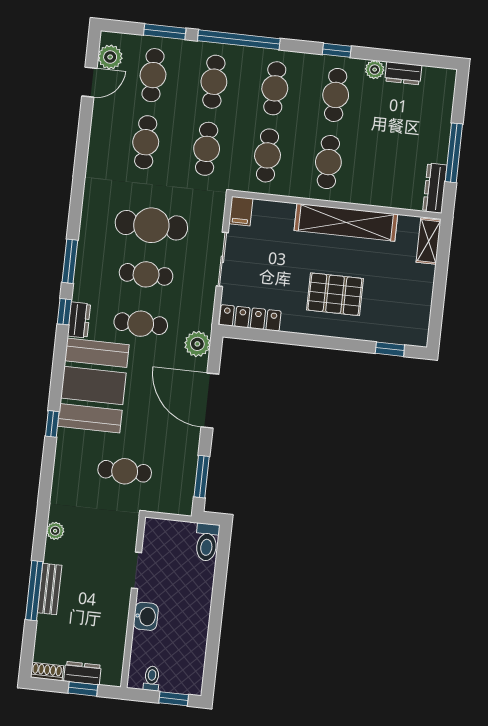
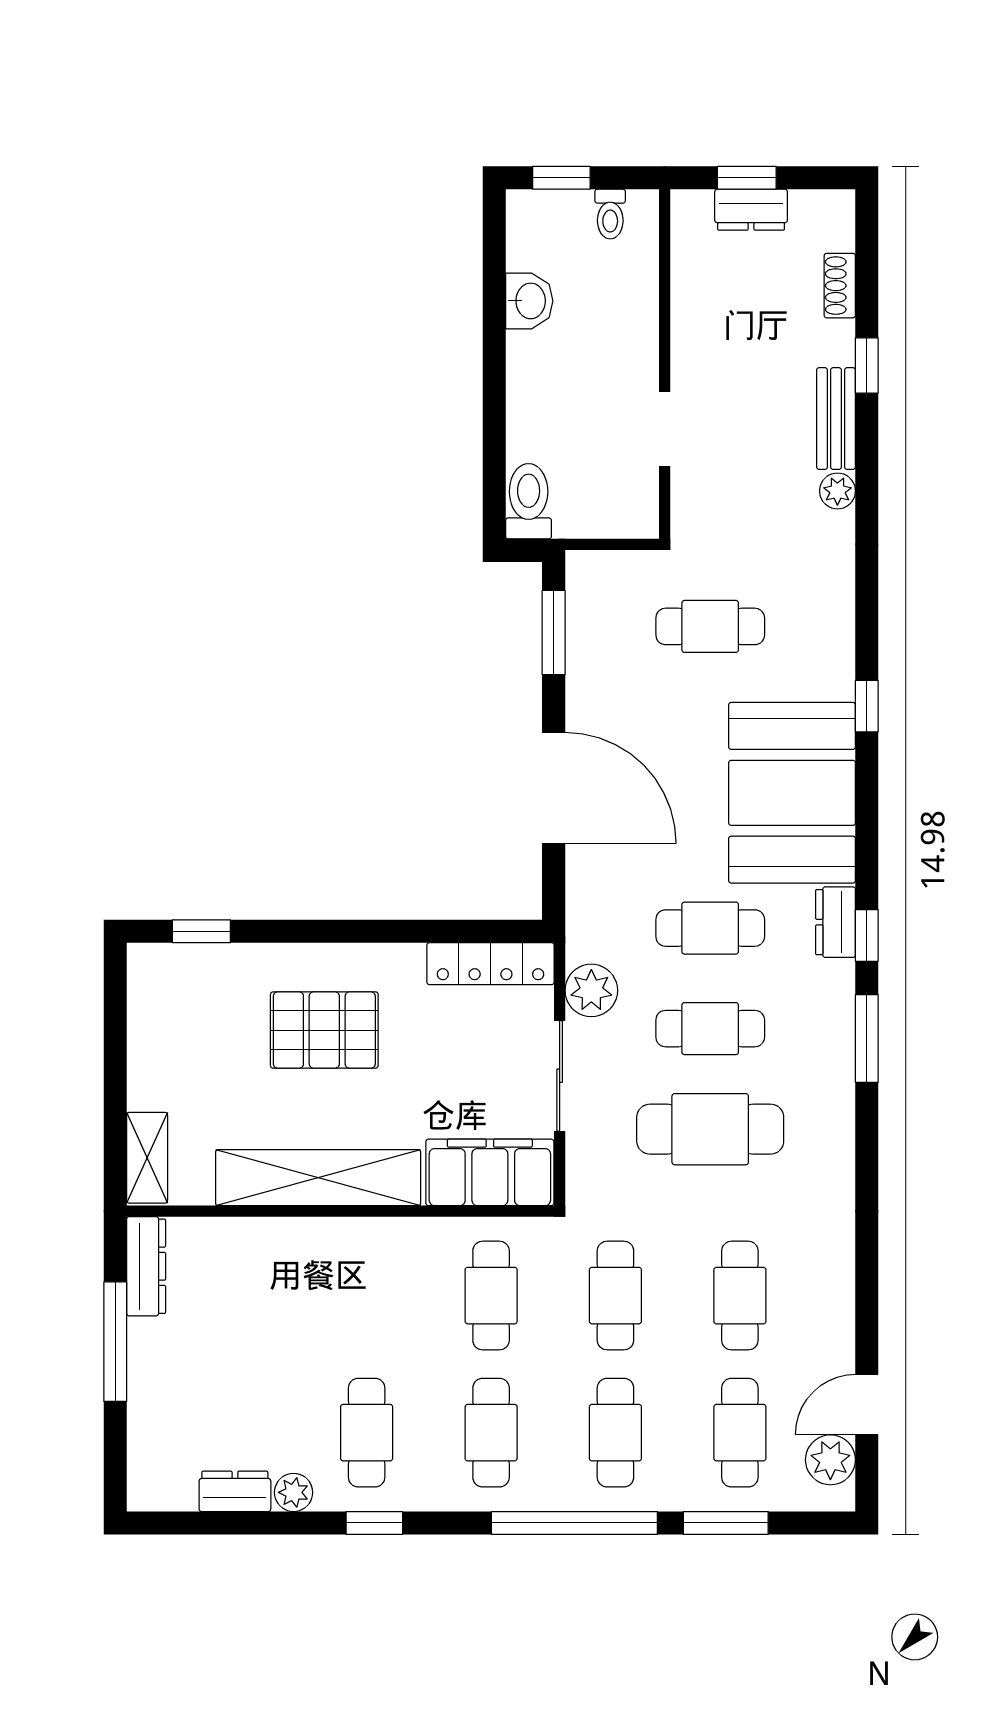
cafe table: (328, 162) -> (367, 1296), removed
filing cabinet: (241, 211) -> (490, 1172), width x3.00, depth x1.17
plant: (197, 344) -> (591, 990), moved
bench: (50, 589) -> (836, 419), moved
window: (34, 591) -> (867, 365), width x0.46
washbasin: (146, 616) -> (529, 301), moved, turned 180
shoe rack: (47, 672) -> (840, 286), moved, turned 90

